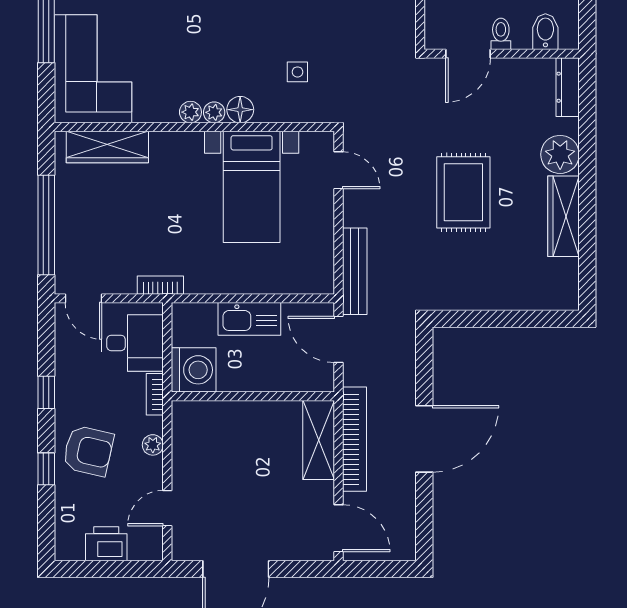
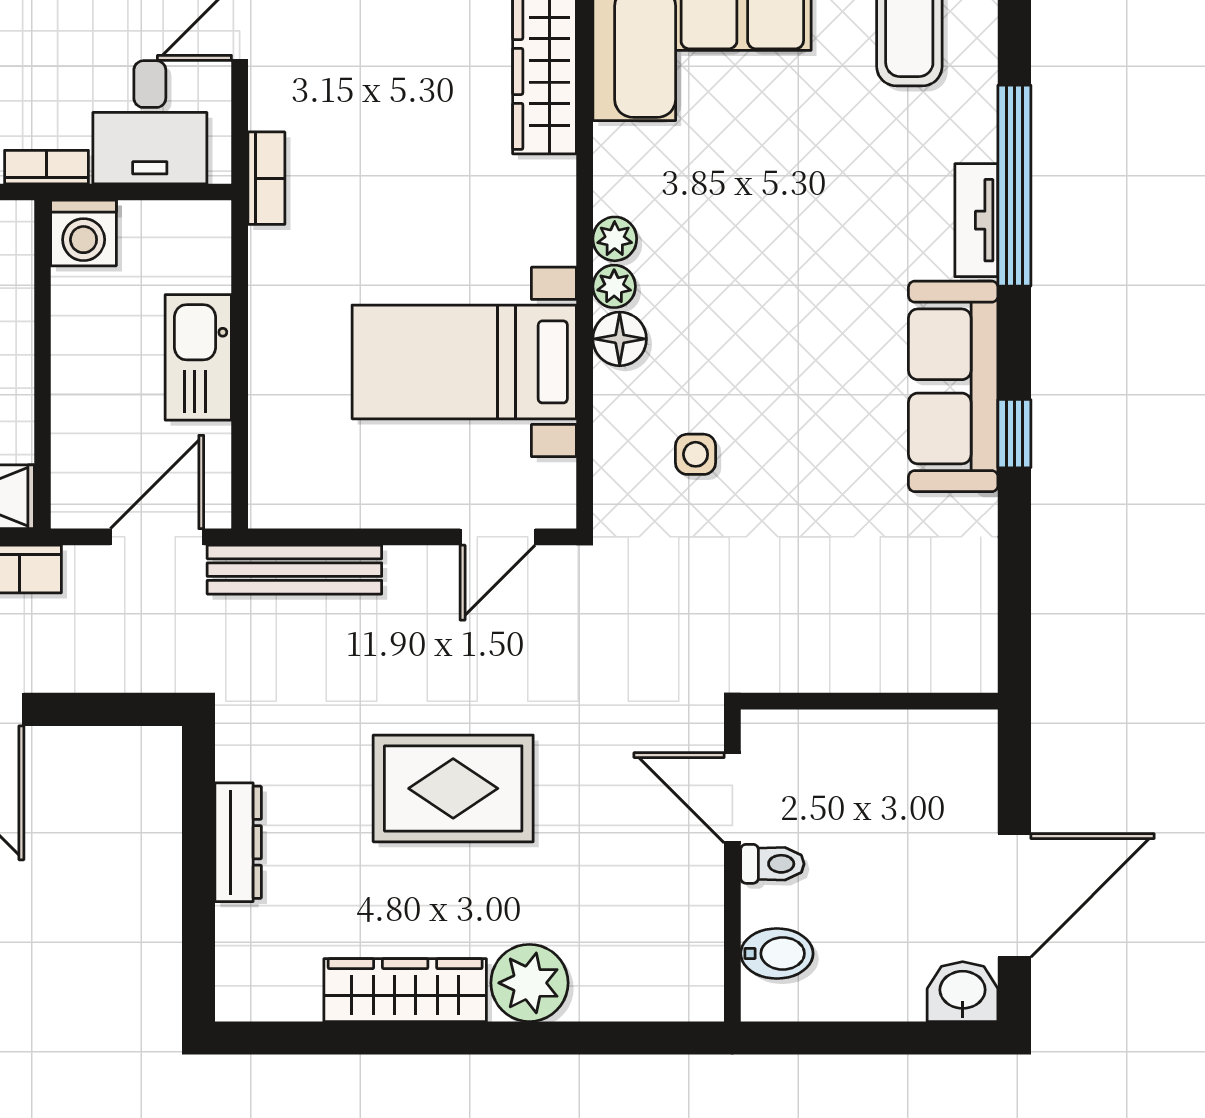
dresser: (568, 87) -> (238, 842), moved, turned 90
washing machine: (194, 370) -> (84, 233), width x0.73, depth x0.73

